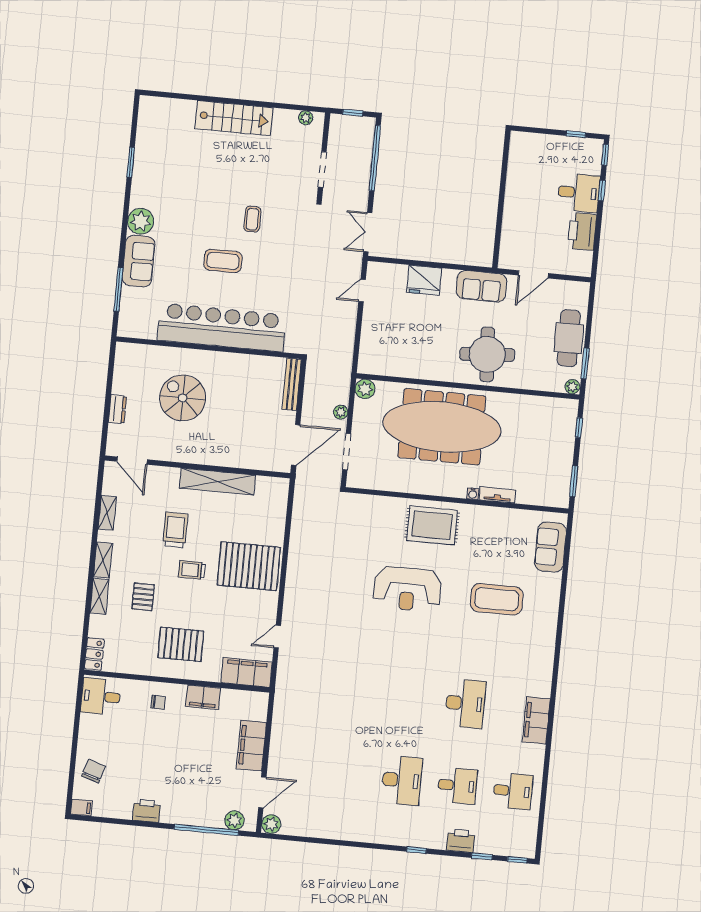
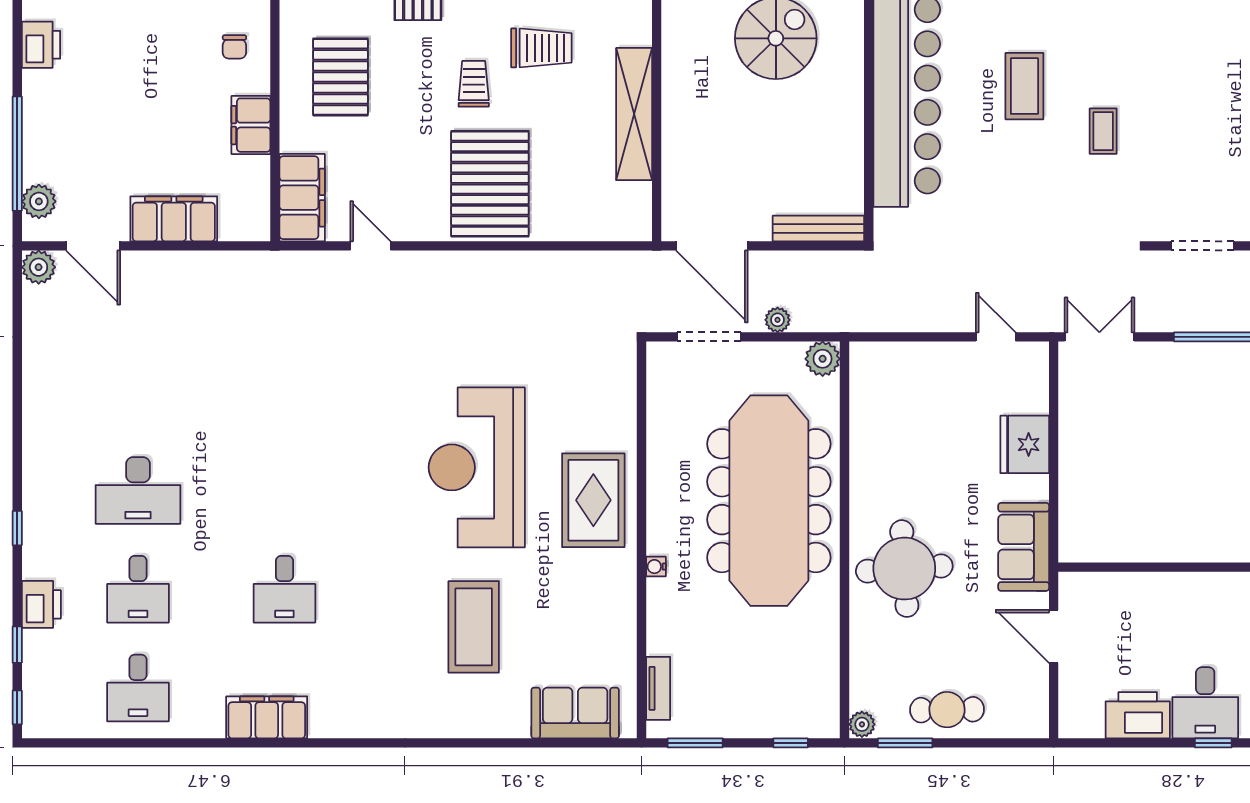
coffee table: (252, 219) -> (1103, 131), turned 90
cafe table: (569, 338) -> (947, 710), width x0.73, depth x0.74
tv unit: (497, 495) -> (658, 688), moved
reception desk: (407, 589) -> (477, 467), width x1.36, depth x1.30
desk: (465, 703) -> (284, 589), width x0.73

